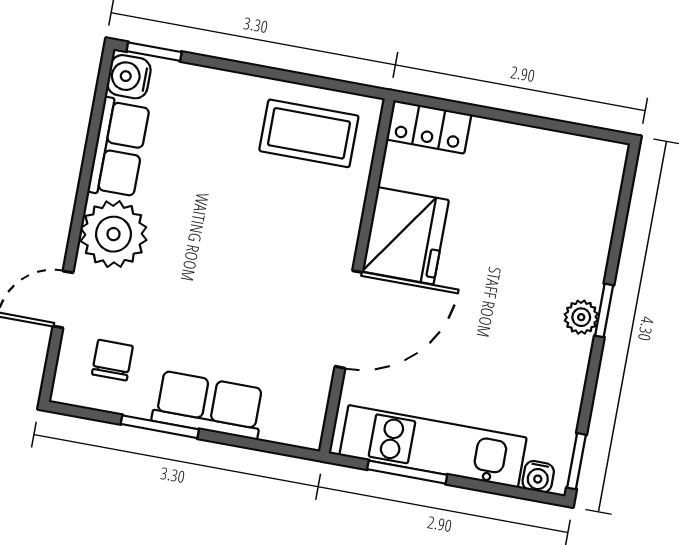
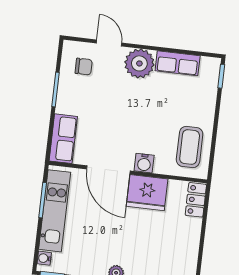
water cooler: (129, 77) -> (144, 163), moved, turned 180
row of seats: (209, 405) -> (63, 139), moved

